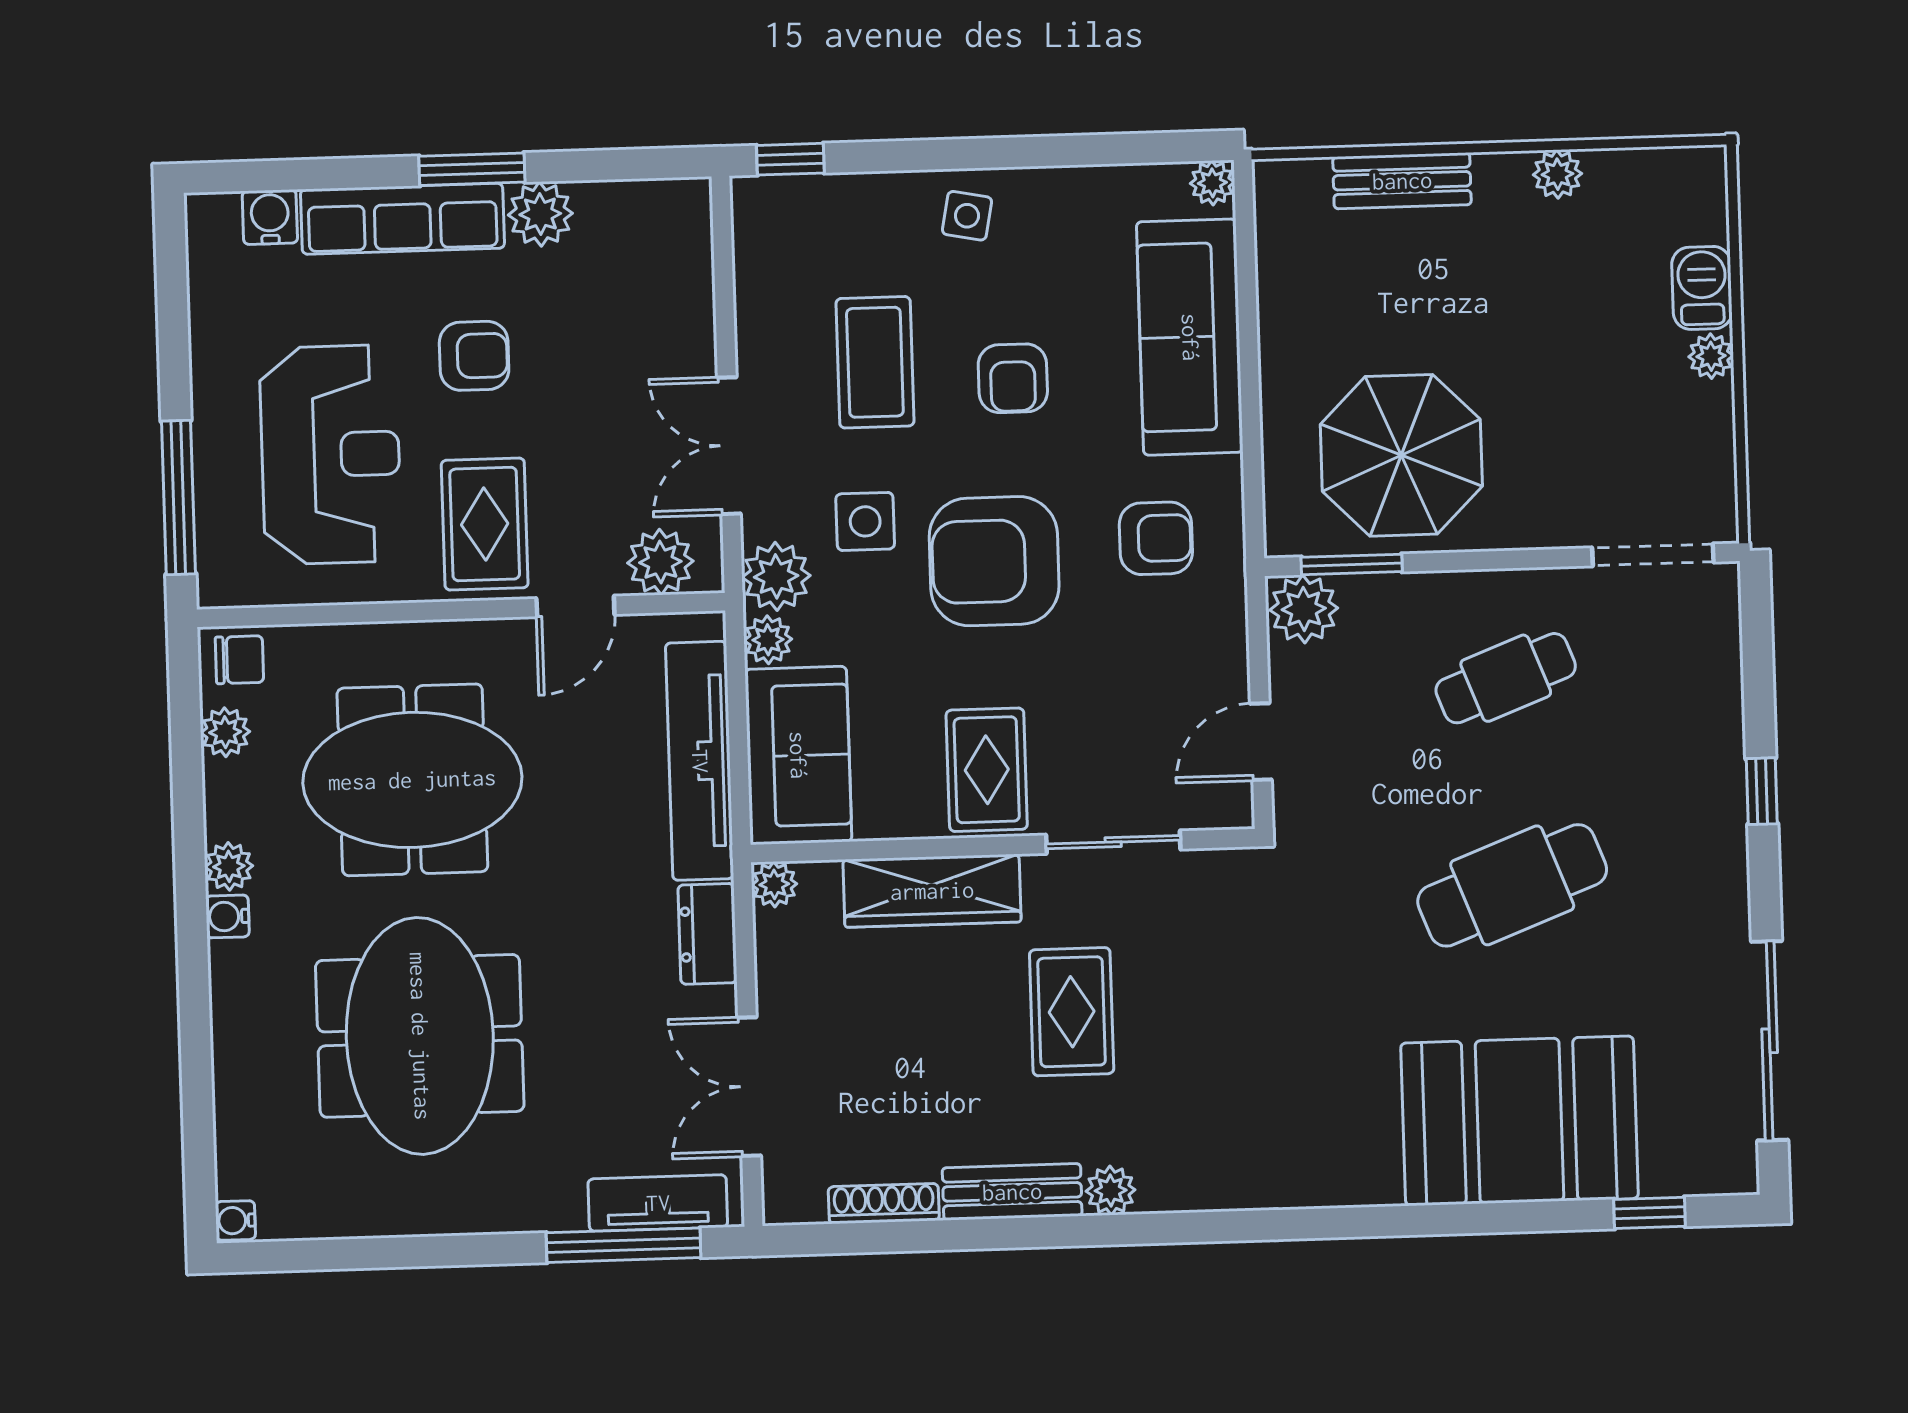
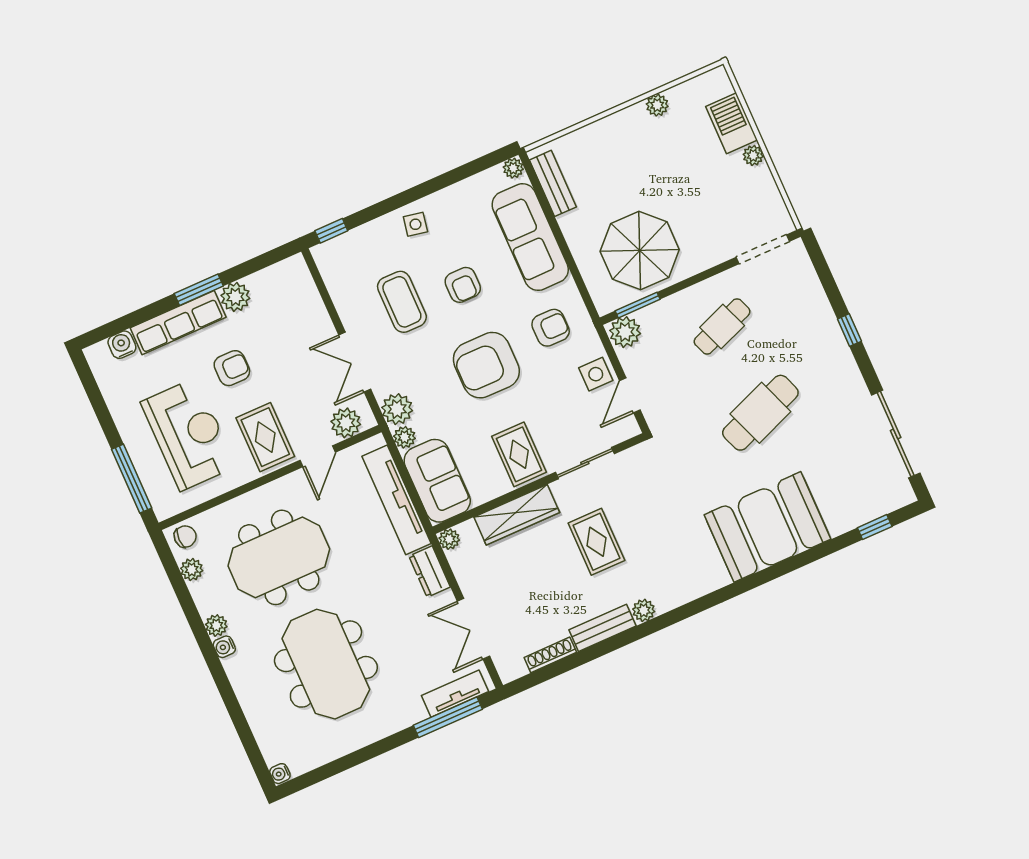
bench: (1402, 181) -> (553, 183), moved, turned 90
barbecue: (1702, 288) -> (732, 123), width x1.38, depth x1.27
side table: (865, 521) -> (596, 374), moved
booth: (1520, 1121) -> (767, 527), moved

